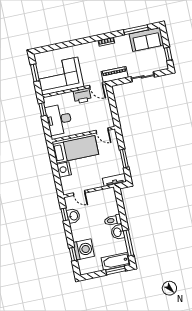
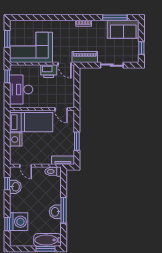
toilet: (113, 220) -> (53, 172), moved
window: (129, 243) -> (64, 210), moved

